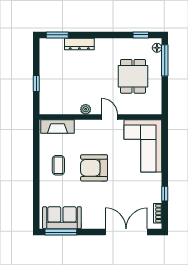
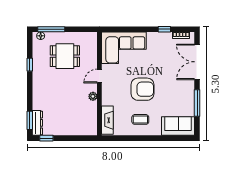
window: (141, 35) -> (30, 65), moved
dresser: (79, 44) -> (37, 123), moved
window: (36, 83) -> (46, 138), moved
armchair: (94, 168) -> (142, 89), turned -90
sofa: (62, 218) -> (178, 126), moved, turned 90
window: (61, 232) -> (197, 103), moved

